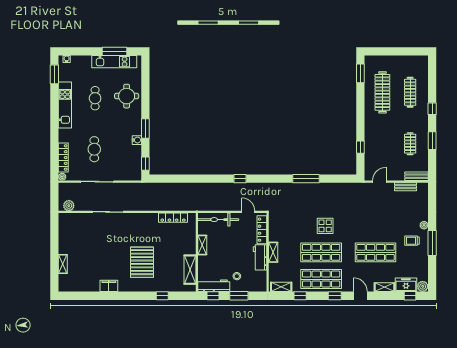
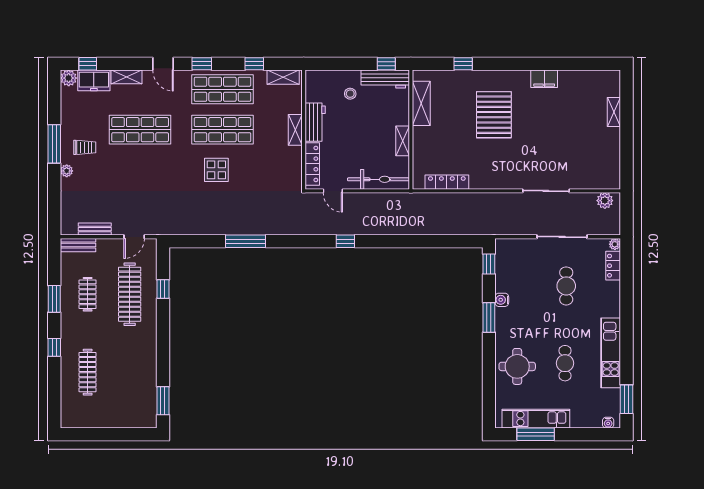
clothes rail: (382, 92) -> (130, 294), moved
locker: (63, 158) -> (613, 266), width x0.66
window: (239, 296) -> (347, 64), removed

